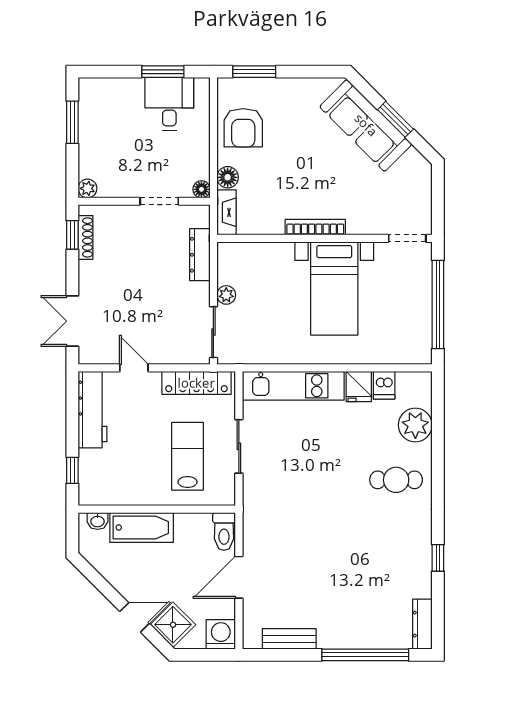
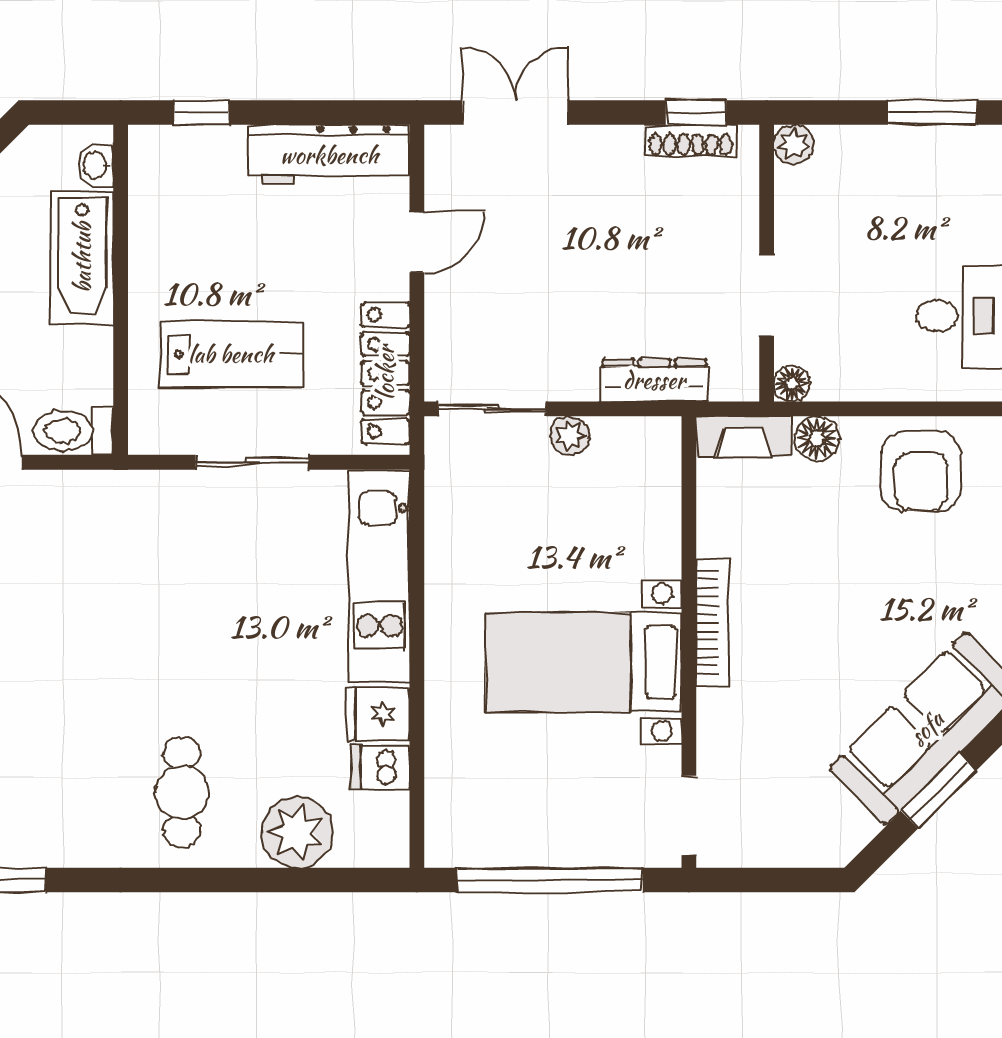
armchair: (243, 128) -> (921, 471), turned -90

